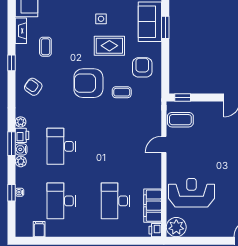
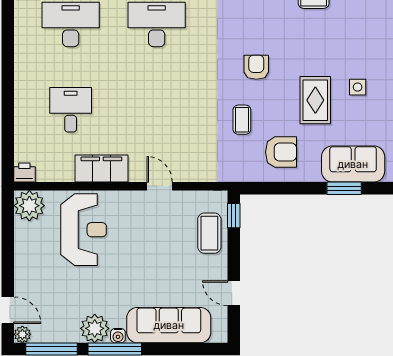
armchair: (88, 83) -> (256, 67), width x0.53, depth x0.53
coffee table: (180, 120) -> (209, 233), moved
desk: (115, 201) -> (71, 110), width x0.73
filing cabinet: (153, 206) -> (101, 168), moved

